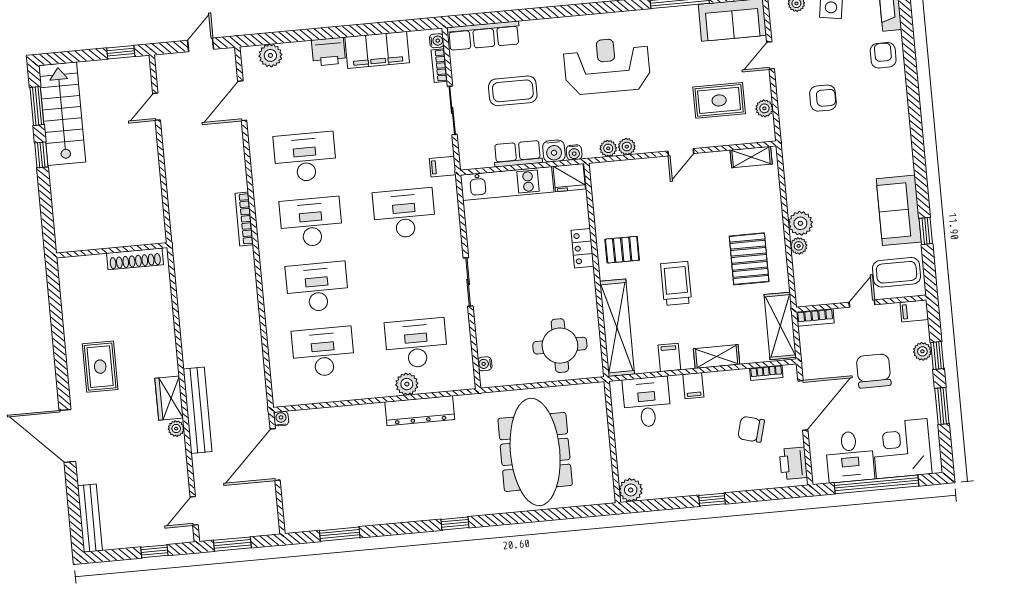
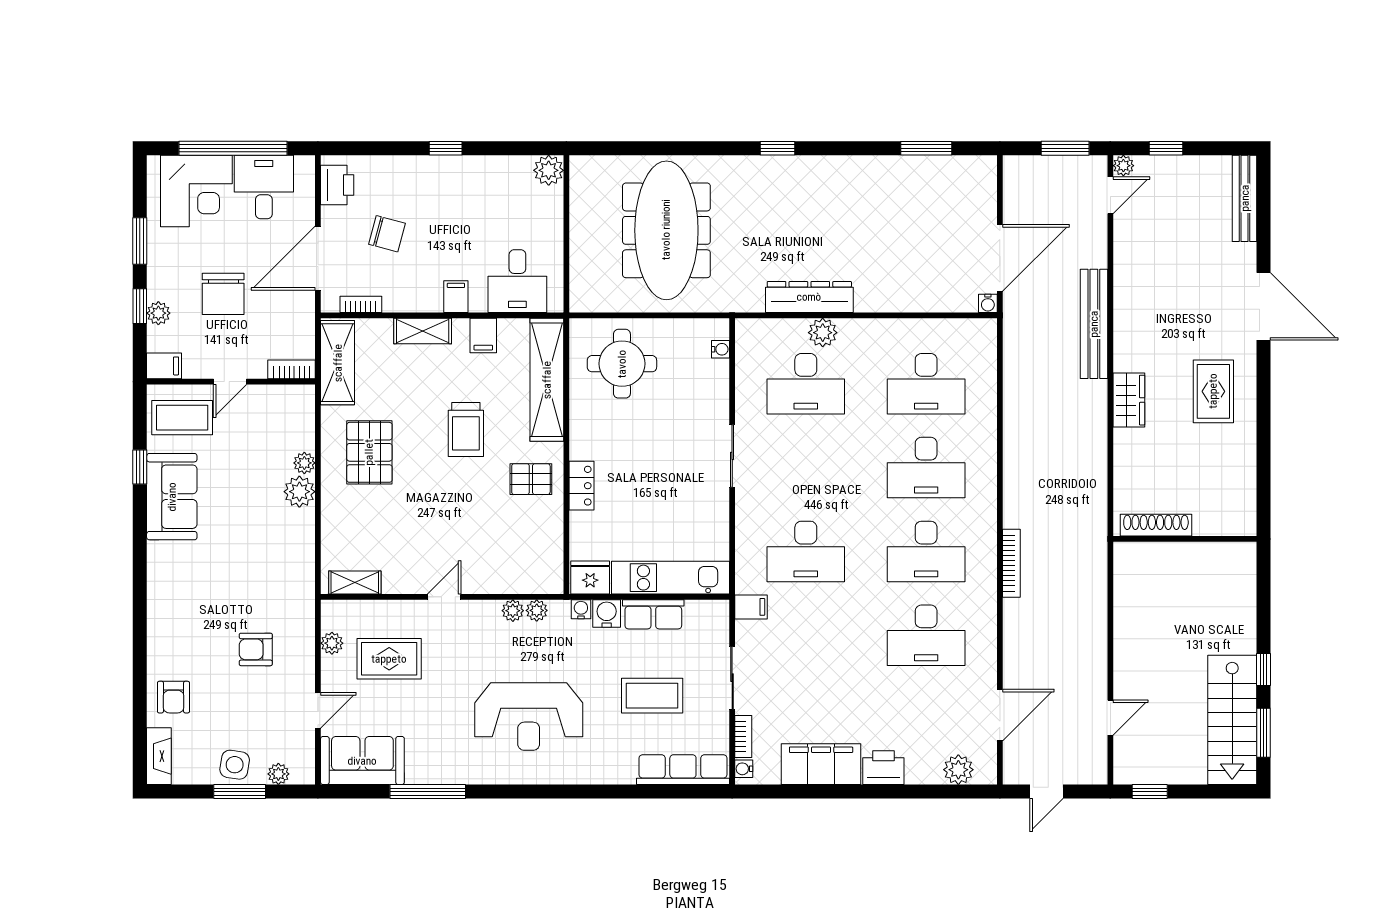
wardrobe: (169, 398) -> (1129, 400), moved
plant: (176, 429) -> (1123, 166), moved

